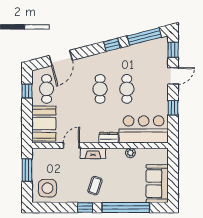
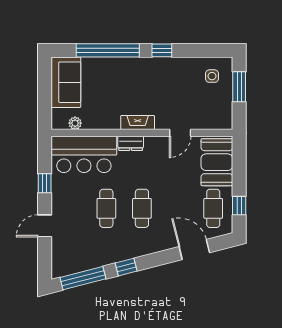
window: (173, 50) -> (45, 261), removed
door: (61, 58) -> (194, 250), hinge flipped
fireplace: (93, 153) -> (138, 123), moved
plant: (130, 153) -> (75, 123), moved
window: (27, 170) -> (239, 87), moved
coffee table: (95, 186) -> (149, 79), removed
side table: (47, 188) -> (212, 76), width x0.54, depth x0.54

